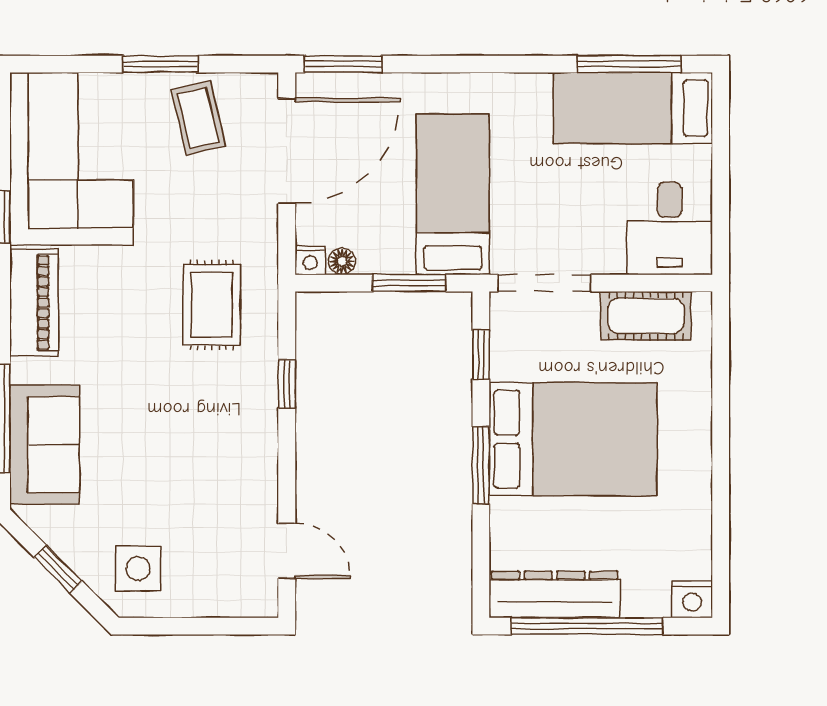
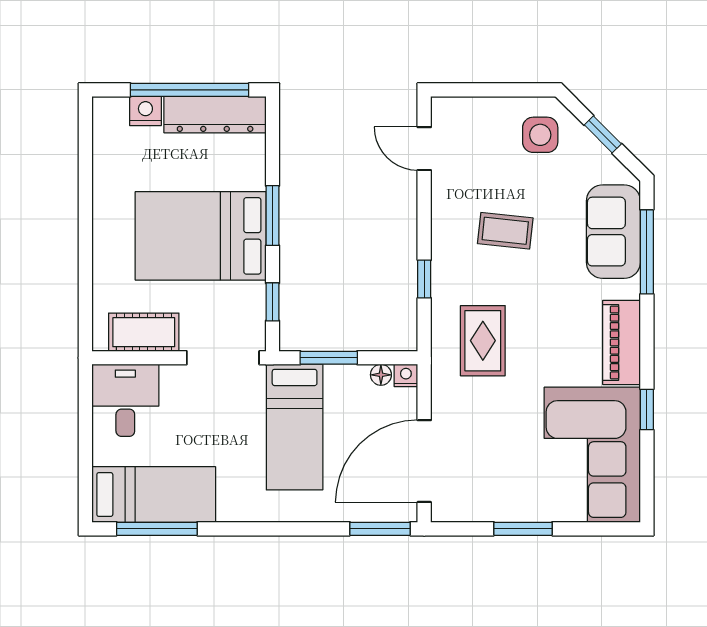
coffee table: (198, 118) -> (505, 231), moved, turned -71
nightstand: (692, 599) -> (145, 111), moved

